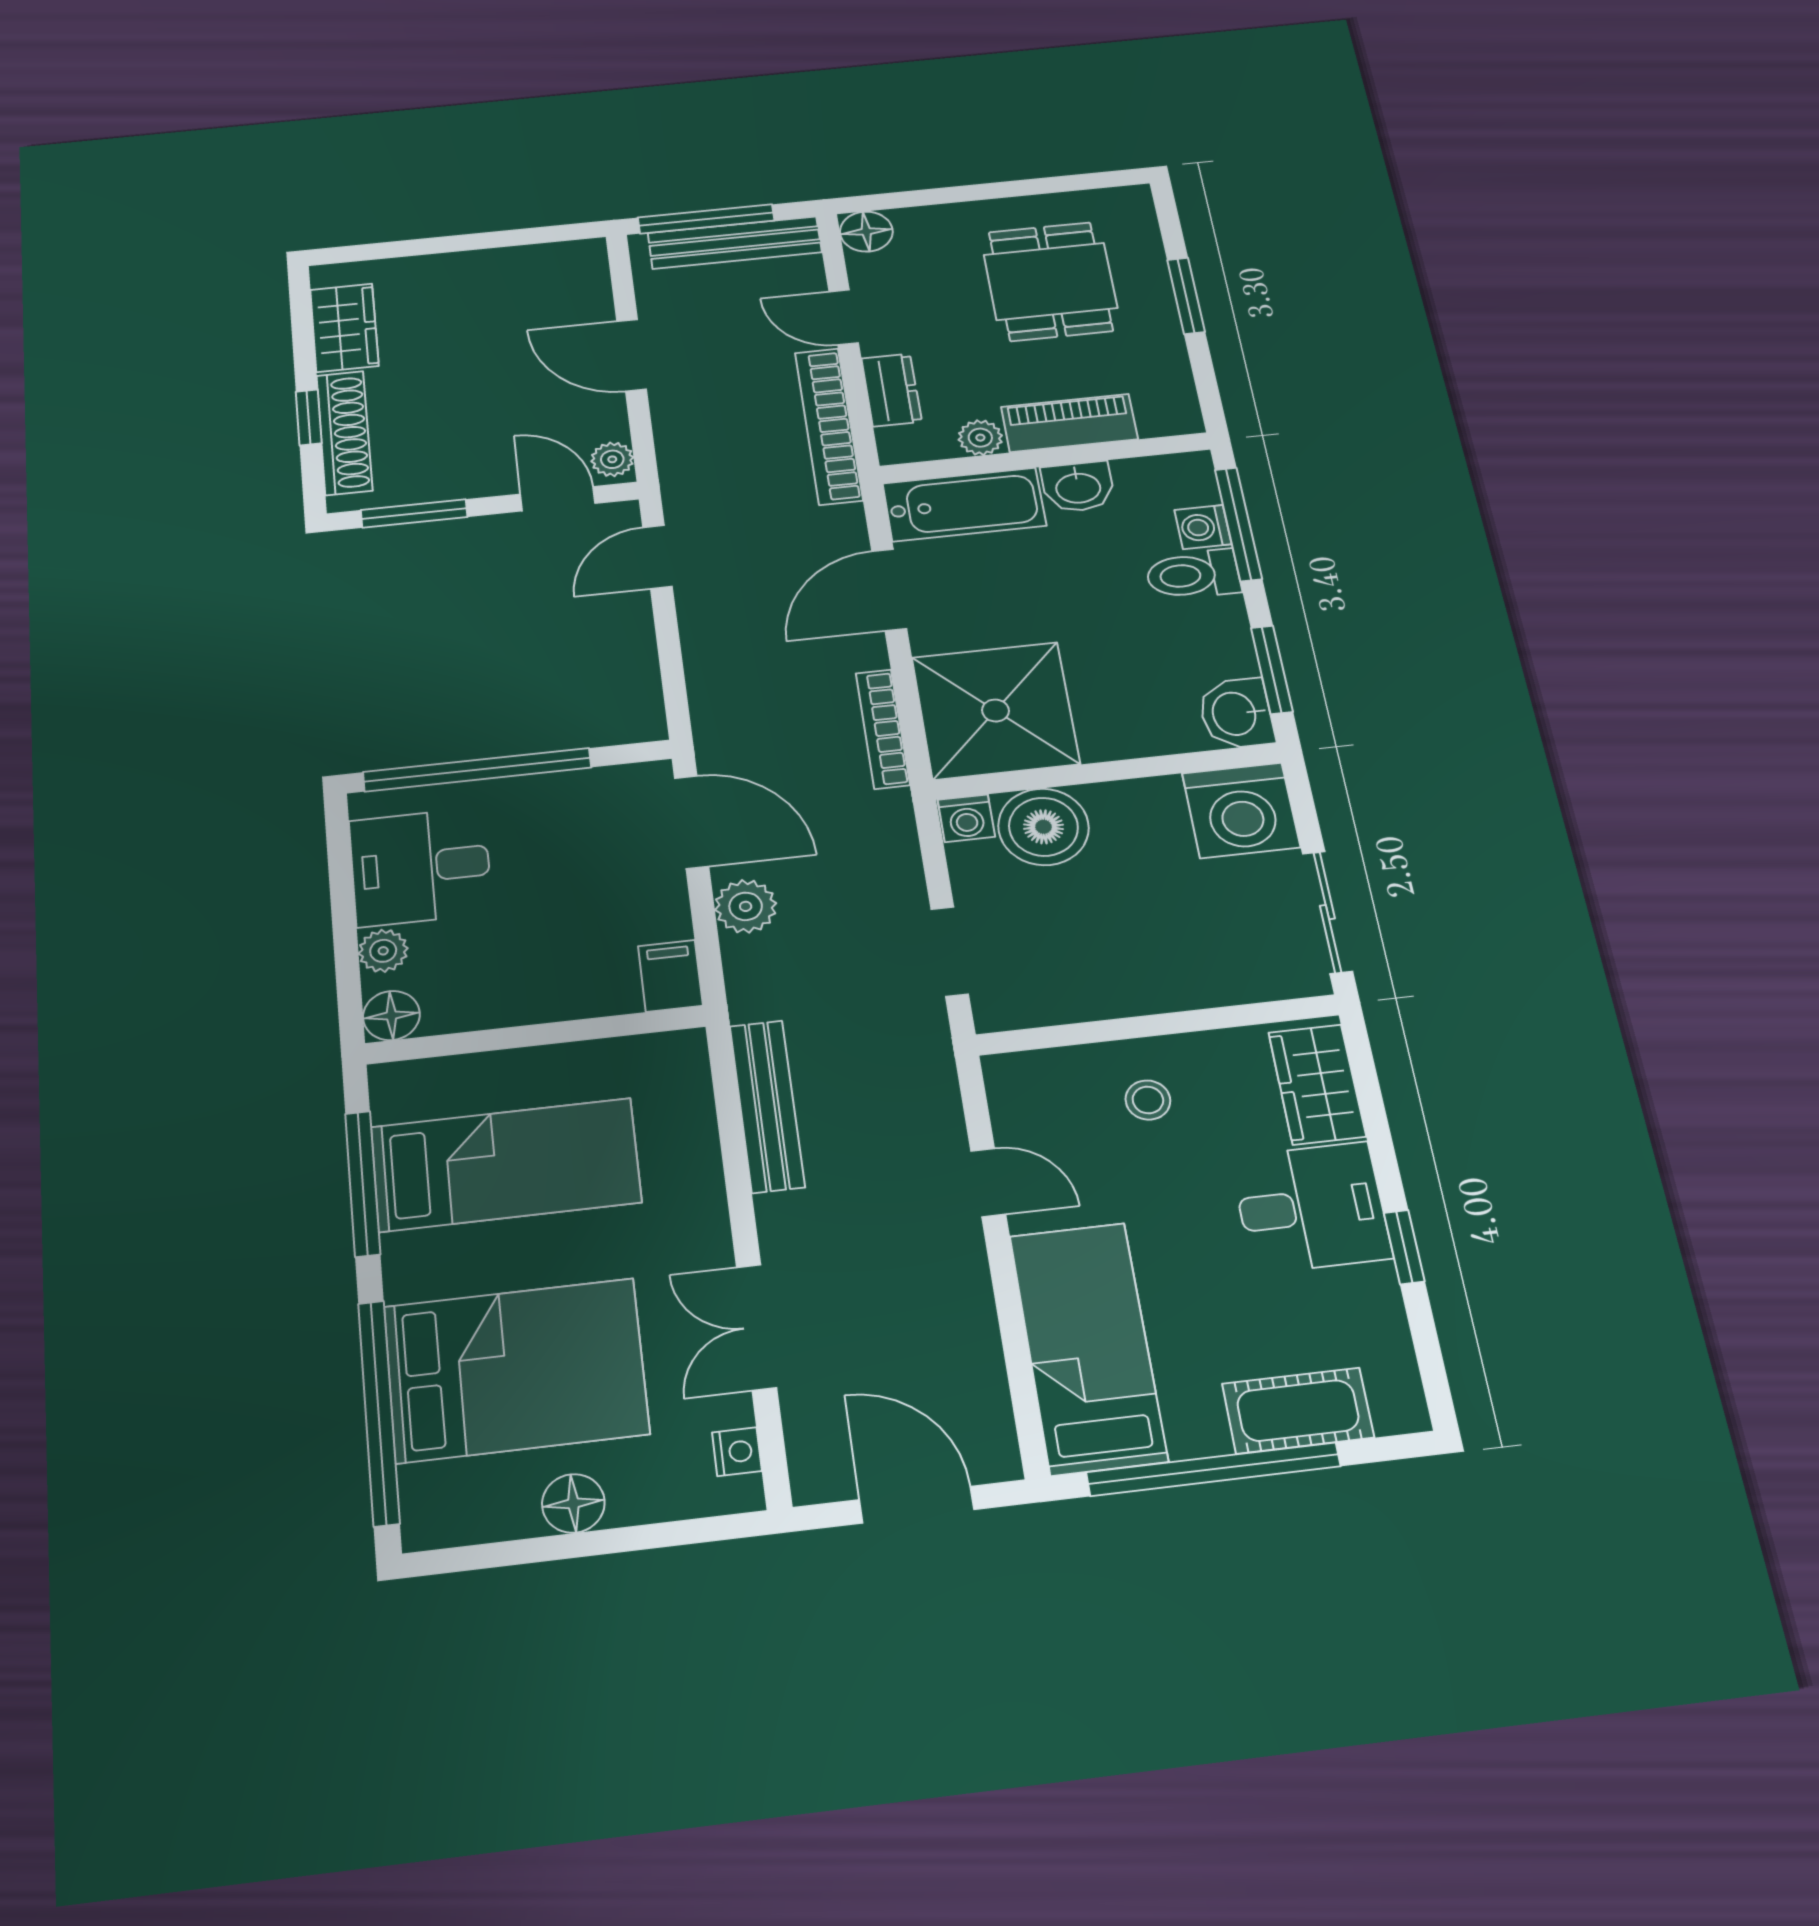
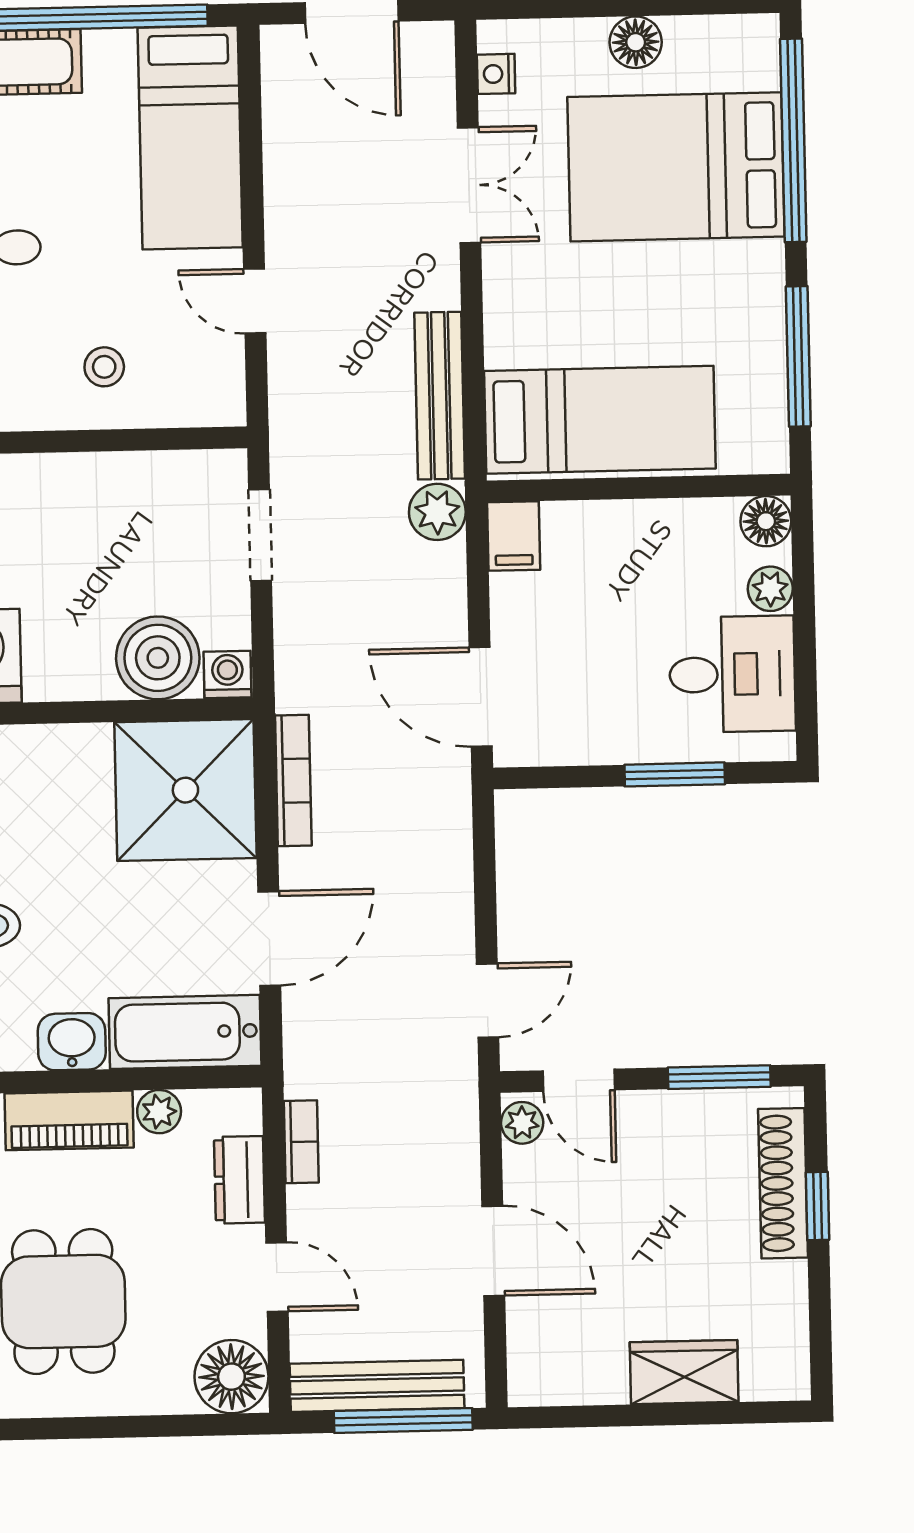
floor lamp: (866, 232) -> (231, 1377), width x1.38, depth x1.38
wardrobe: (344, 328) -> (684, 1372), moved, turned 90
bookcase: (829, 426) -> (301, 1142), width x0.43, depth x0.76
window: (477, 770) -> (675, 774), width x0.47
plant: (746, 906) -> (437, 512), moved
bed: (506, 1165) -> (600, 420), moved, turned 180

